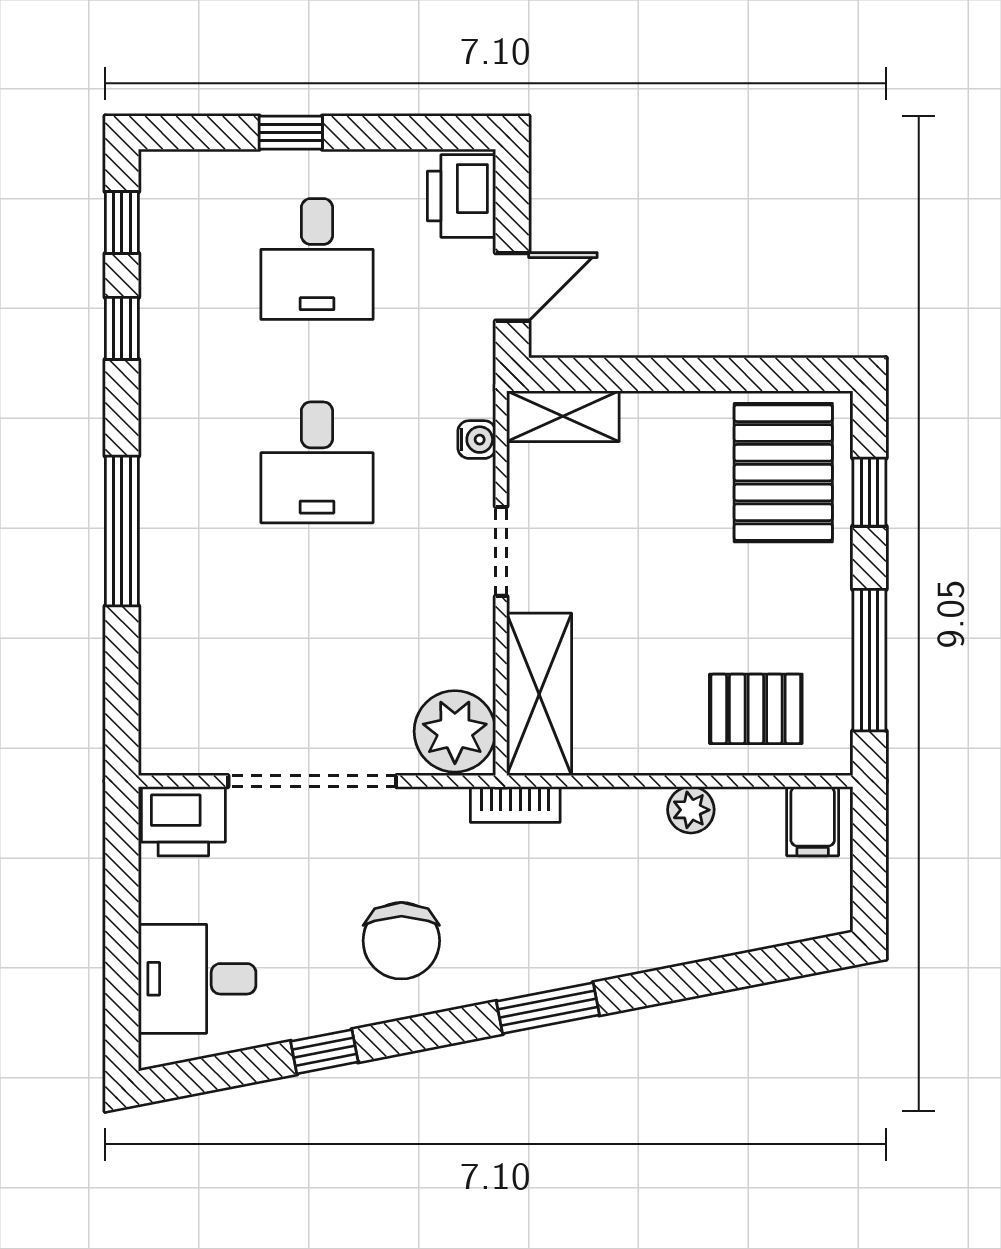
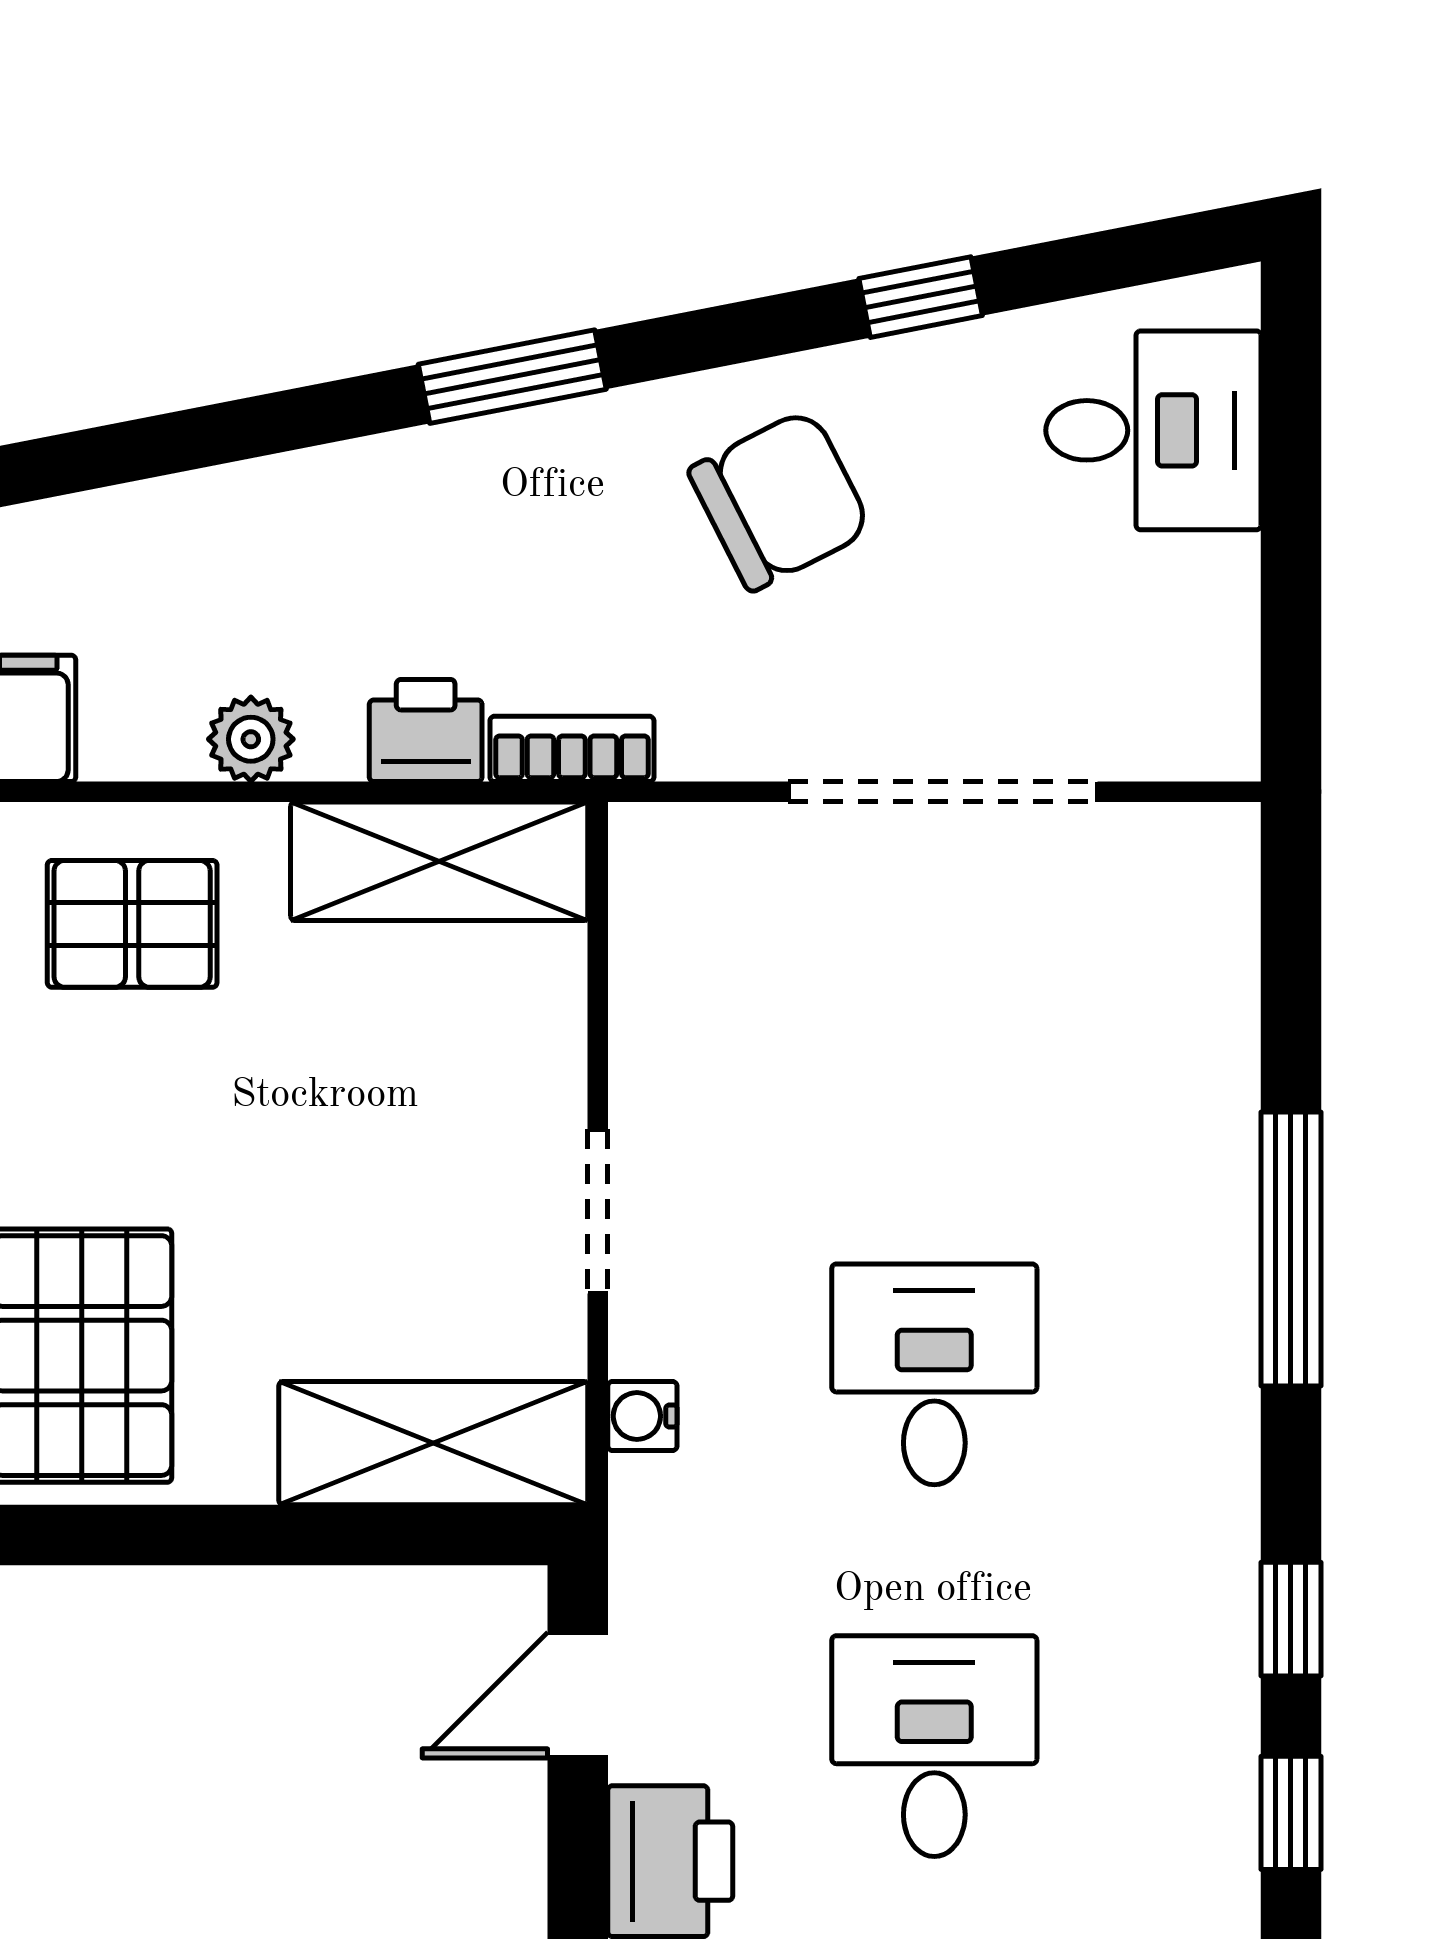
shelving: (563, 416) -> (433, 1443), width x1.50, depth x1.33
shelving: (539, 694) -> (439, 861), moved, turned 90
plant: (455, 731) -> (682, 883), removed
printer: (183, 821) -> (426, 731), moved, width x0.73, depth x0.81
chair: (401, 941) -> (780, 500), turned 63

